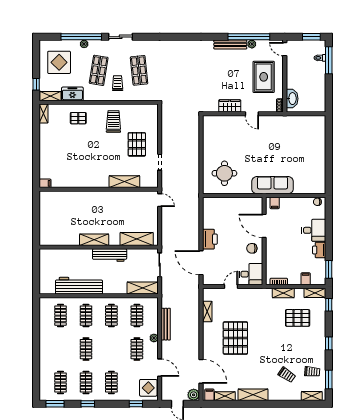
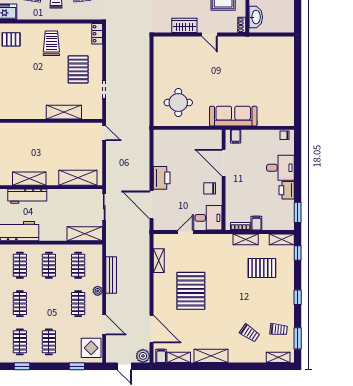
locker: (153, 113) -> (97, 34), added
workbench: (110, 255) -> (27, 196), moved
filing cabinet: (306, 279) -> (256, 223), moved

